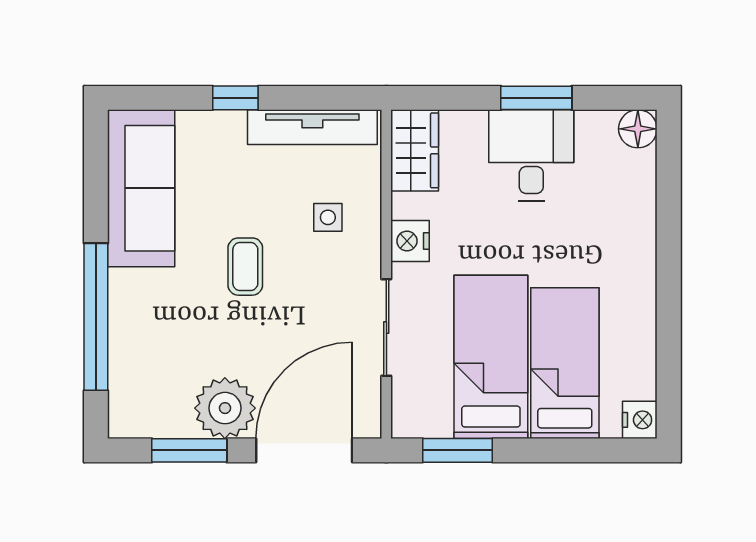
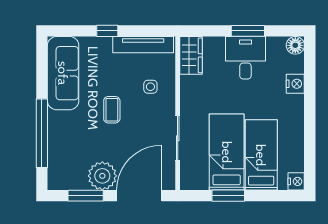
nightstand: (410, 241) -> (295, 84), moved, turned 180
window: (457, 450) -> (228, 196), moved

